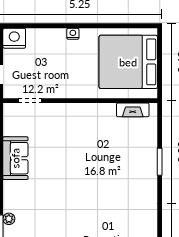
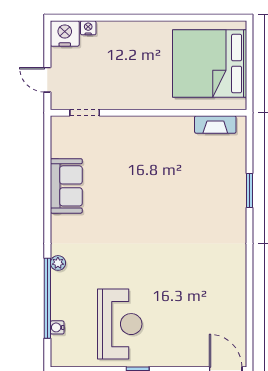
nightstand: (73, 34) -> (88, 28), moved

